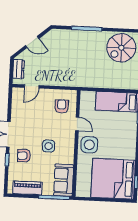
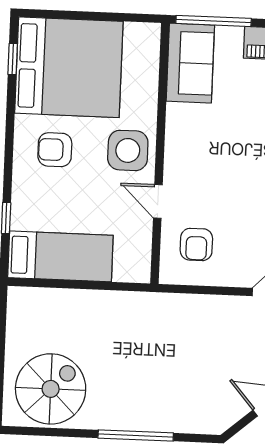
armchair: (119, 145) -> (55, 150), added
side table: (49, 146) -> (228, 147), removed

